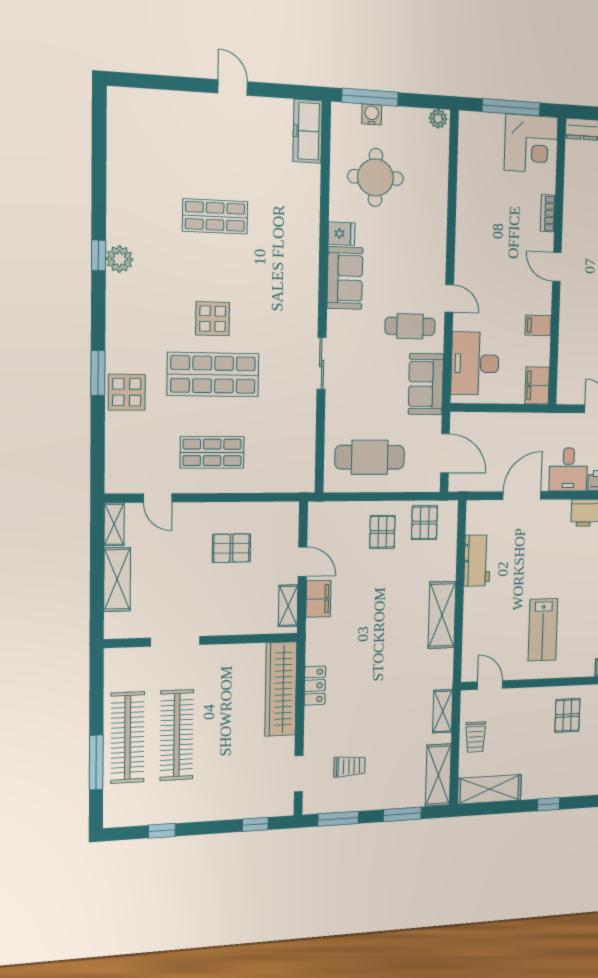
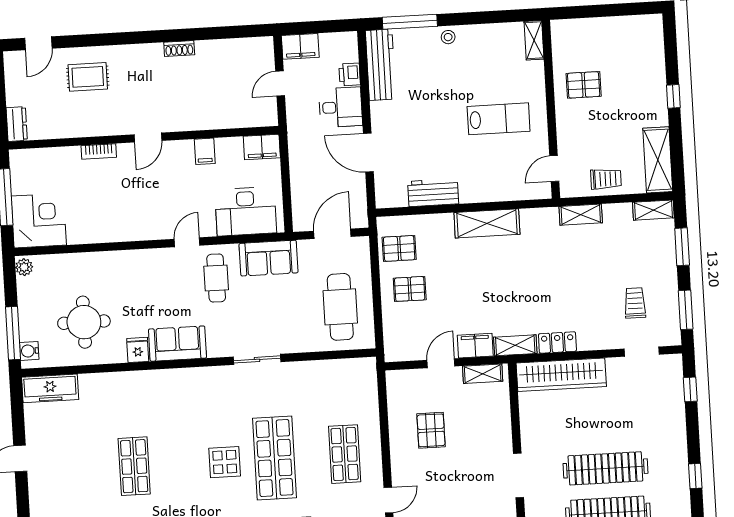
water cooler: (372, 114) -> (29, 351), moved
corner desk: (531, 144) -> (39, 221), moved
shelving: (315, 641) -> (515, 345), added
shelving: (438, 775) -> (653, 210), width x0.67, depth x0.75

